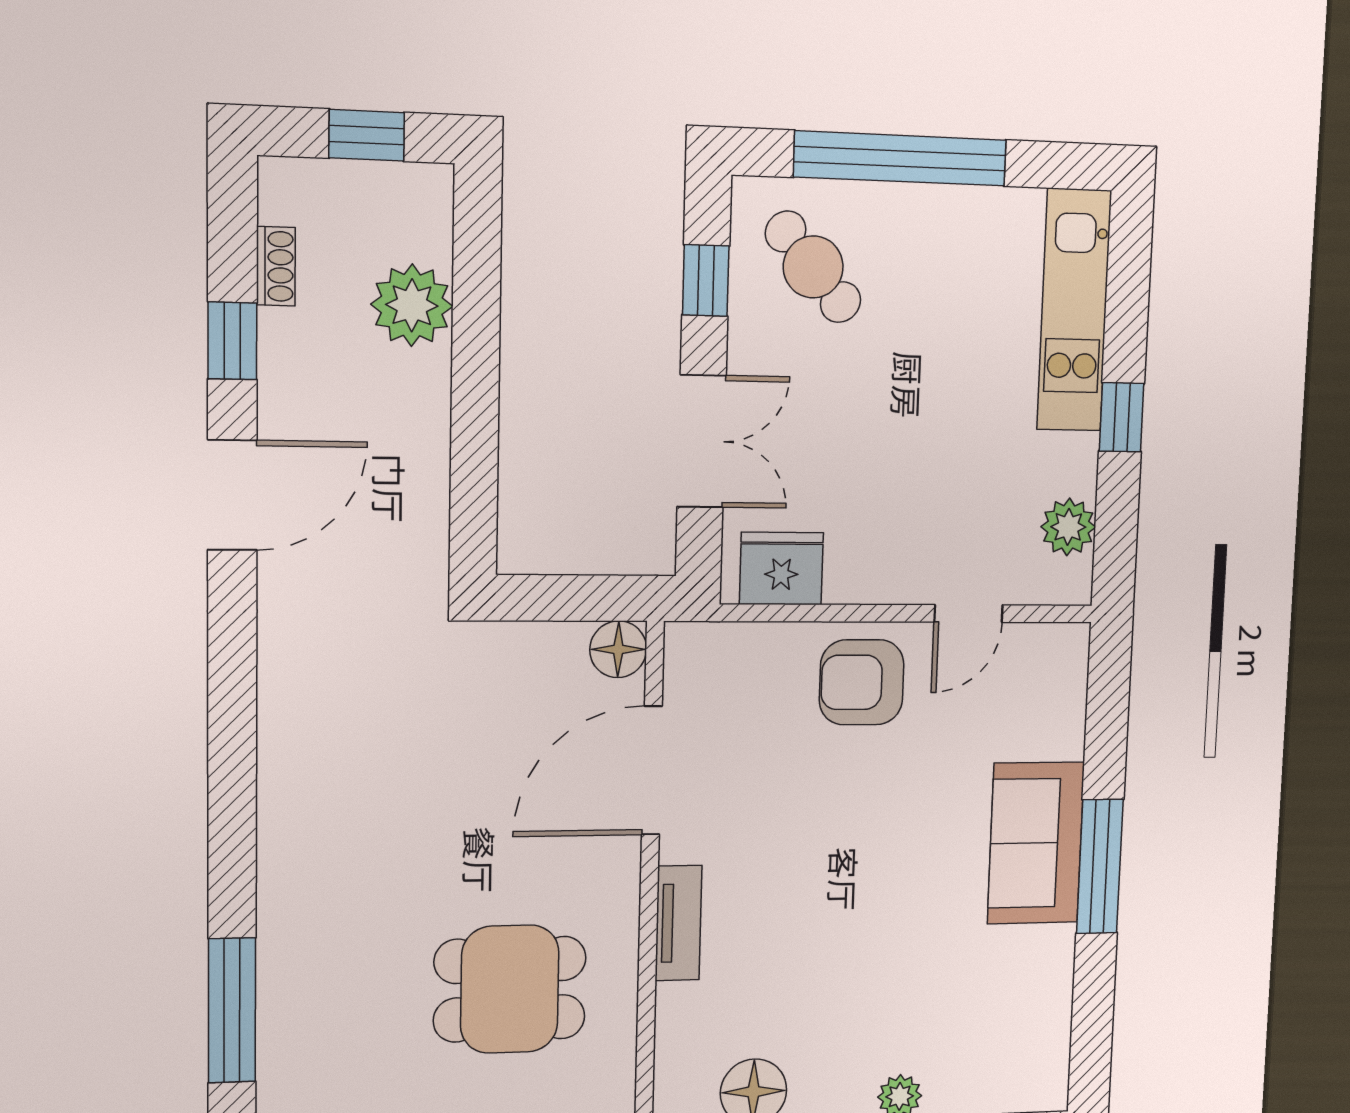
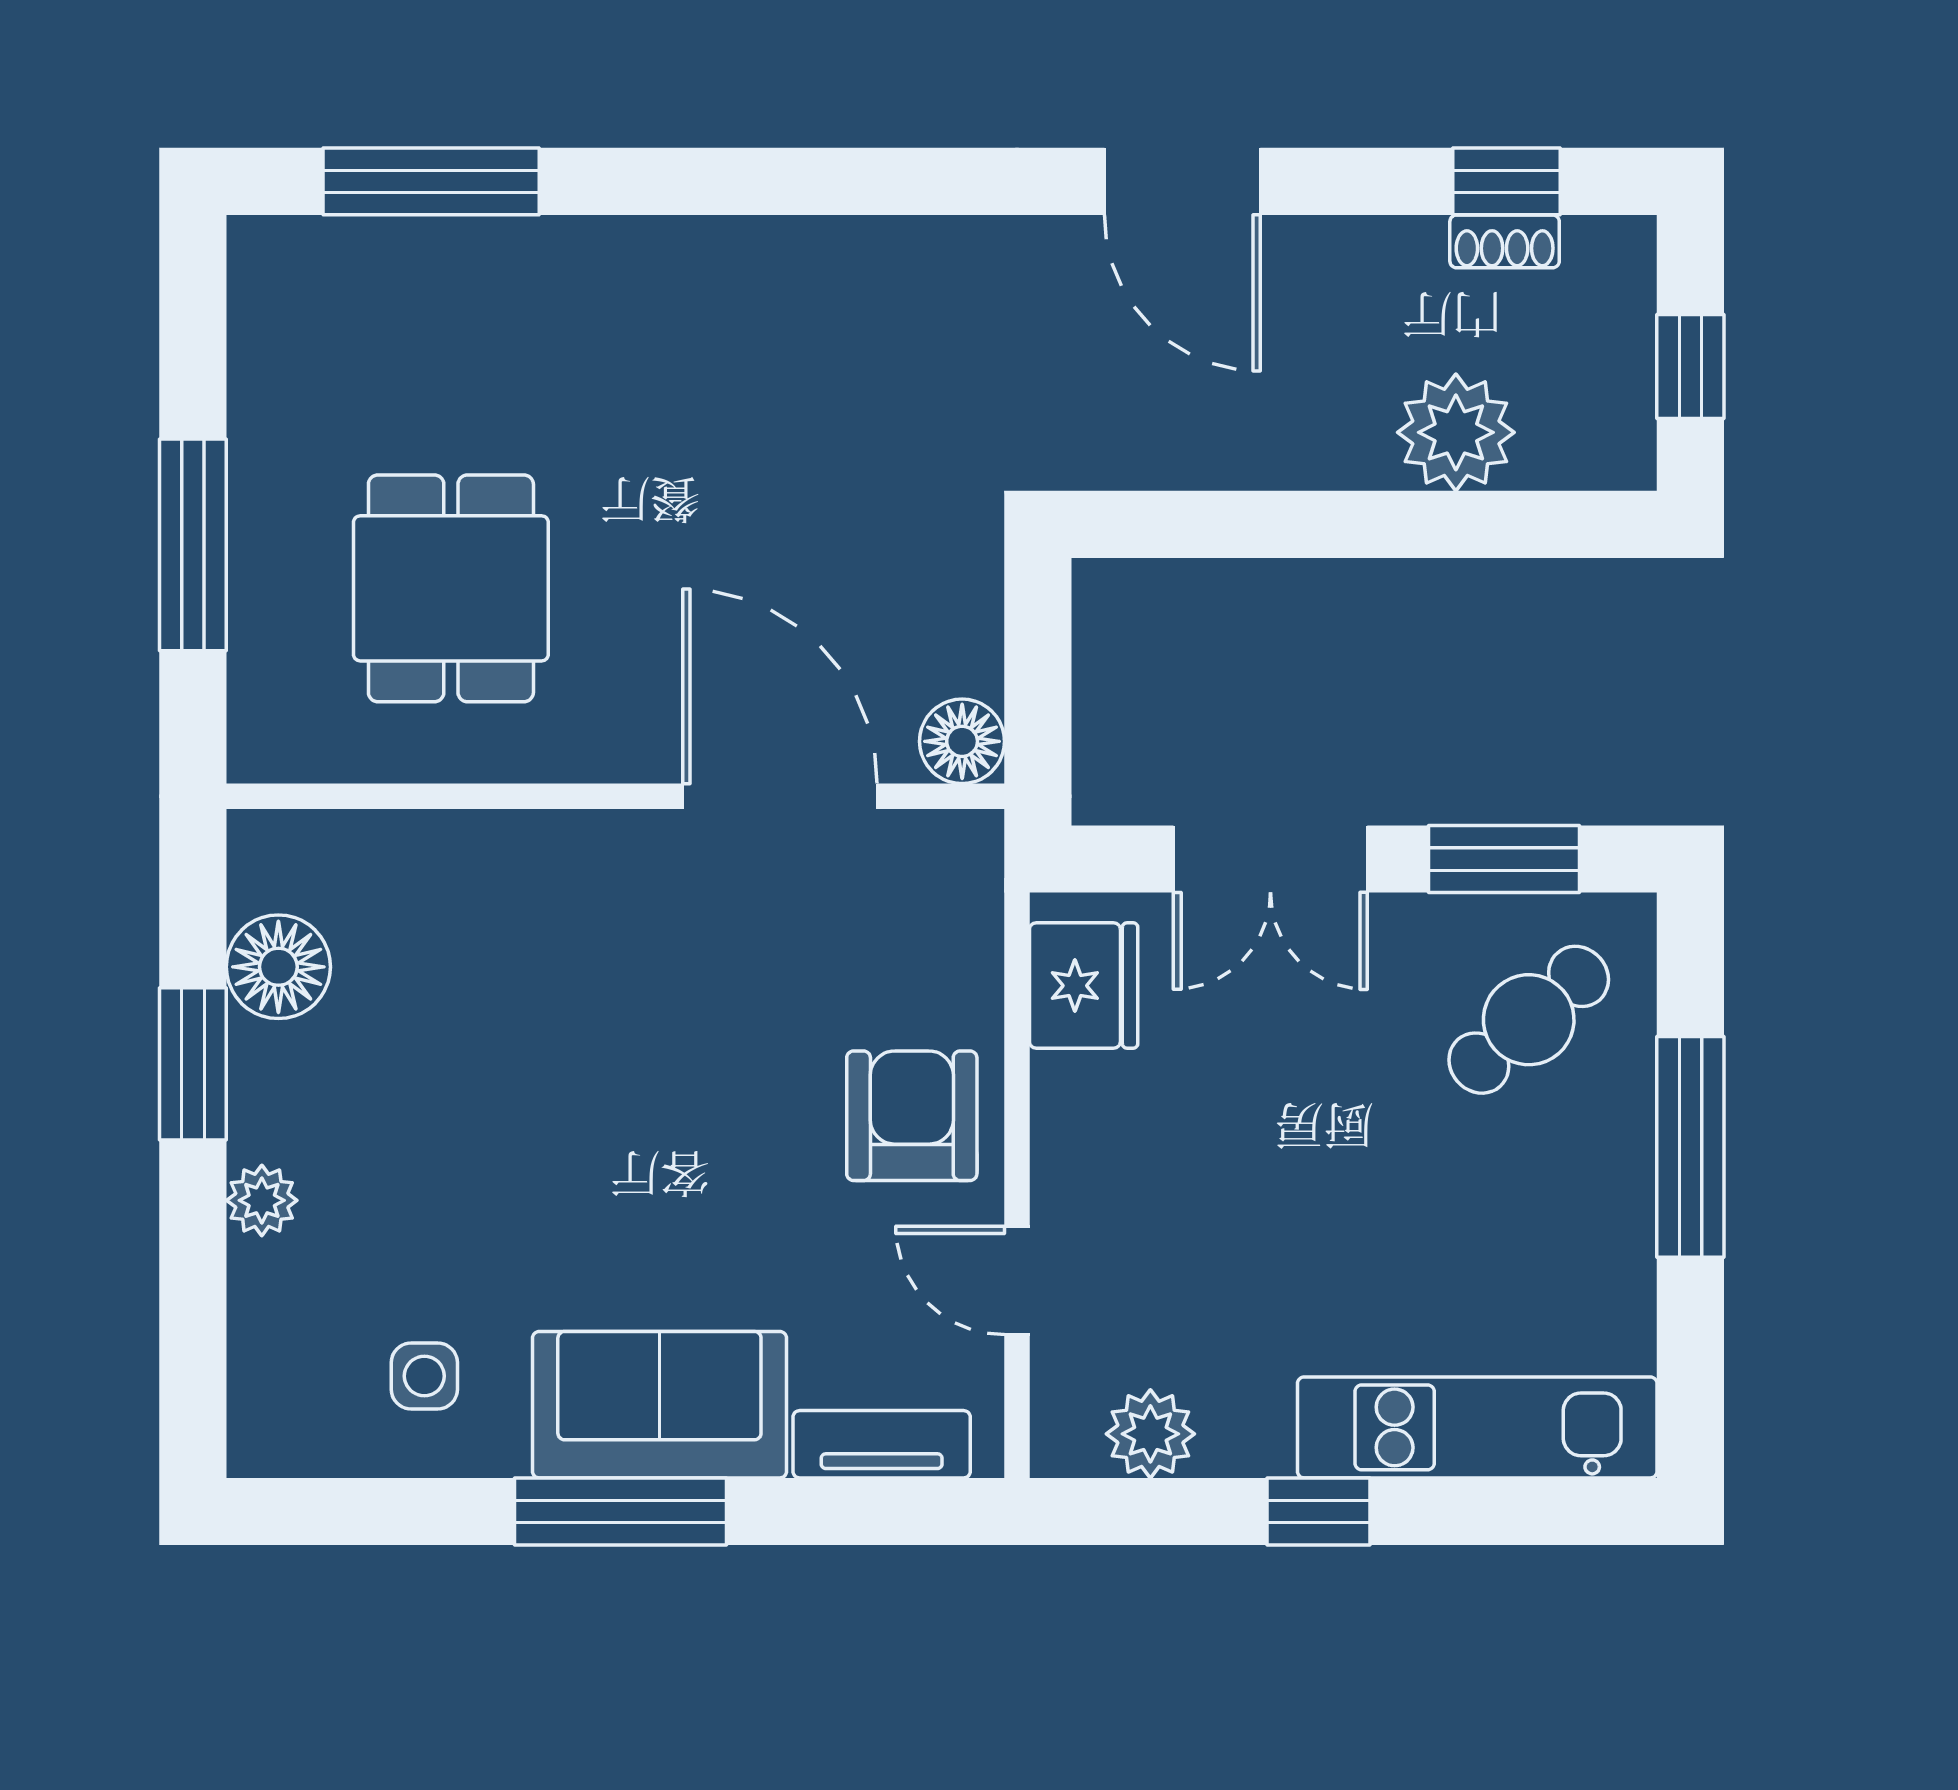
window: (900, 158) -> (1690, 1147), width x0.68
window: (706, 280) -> (1504, 859), width x1.50
window: (232, 341) -> (1506, 181), moved
tv unit: (678, 923) -> (882, 1444), moved, turned 180
side table: (1012, 991) -> (424, 1376), added

